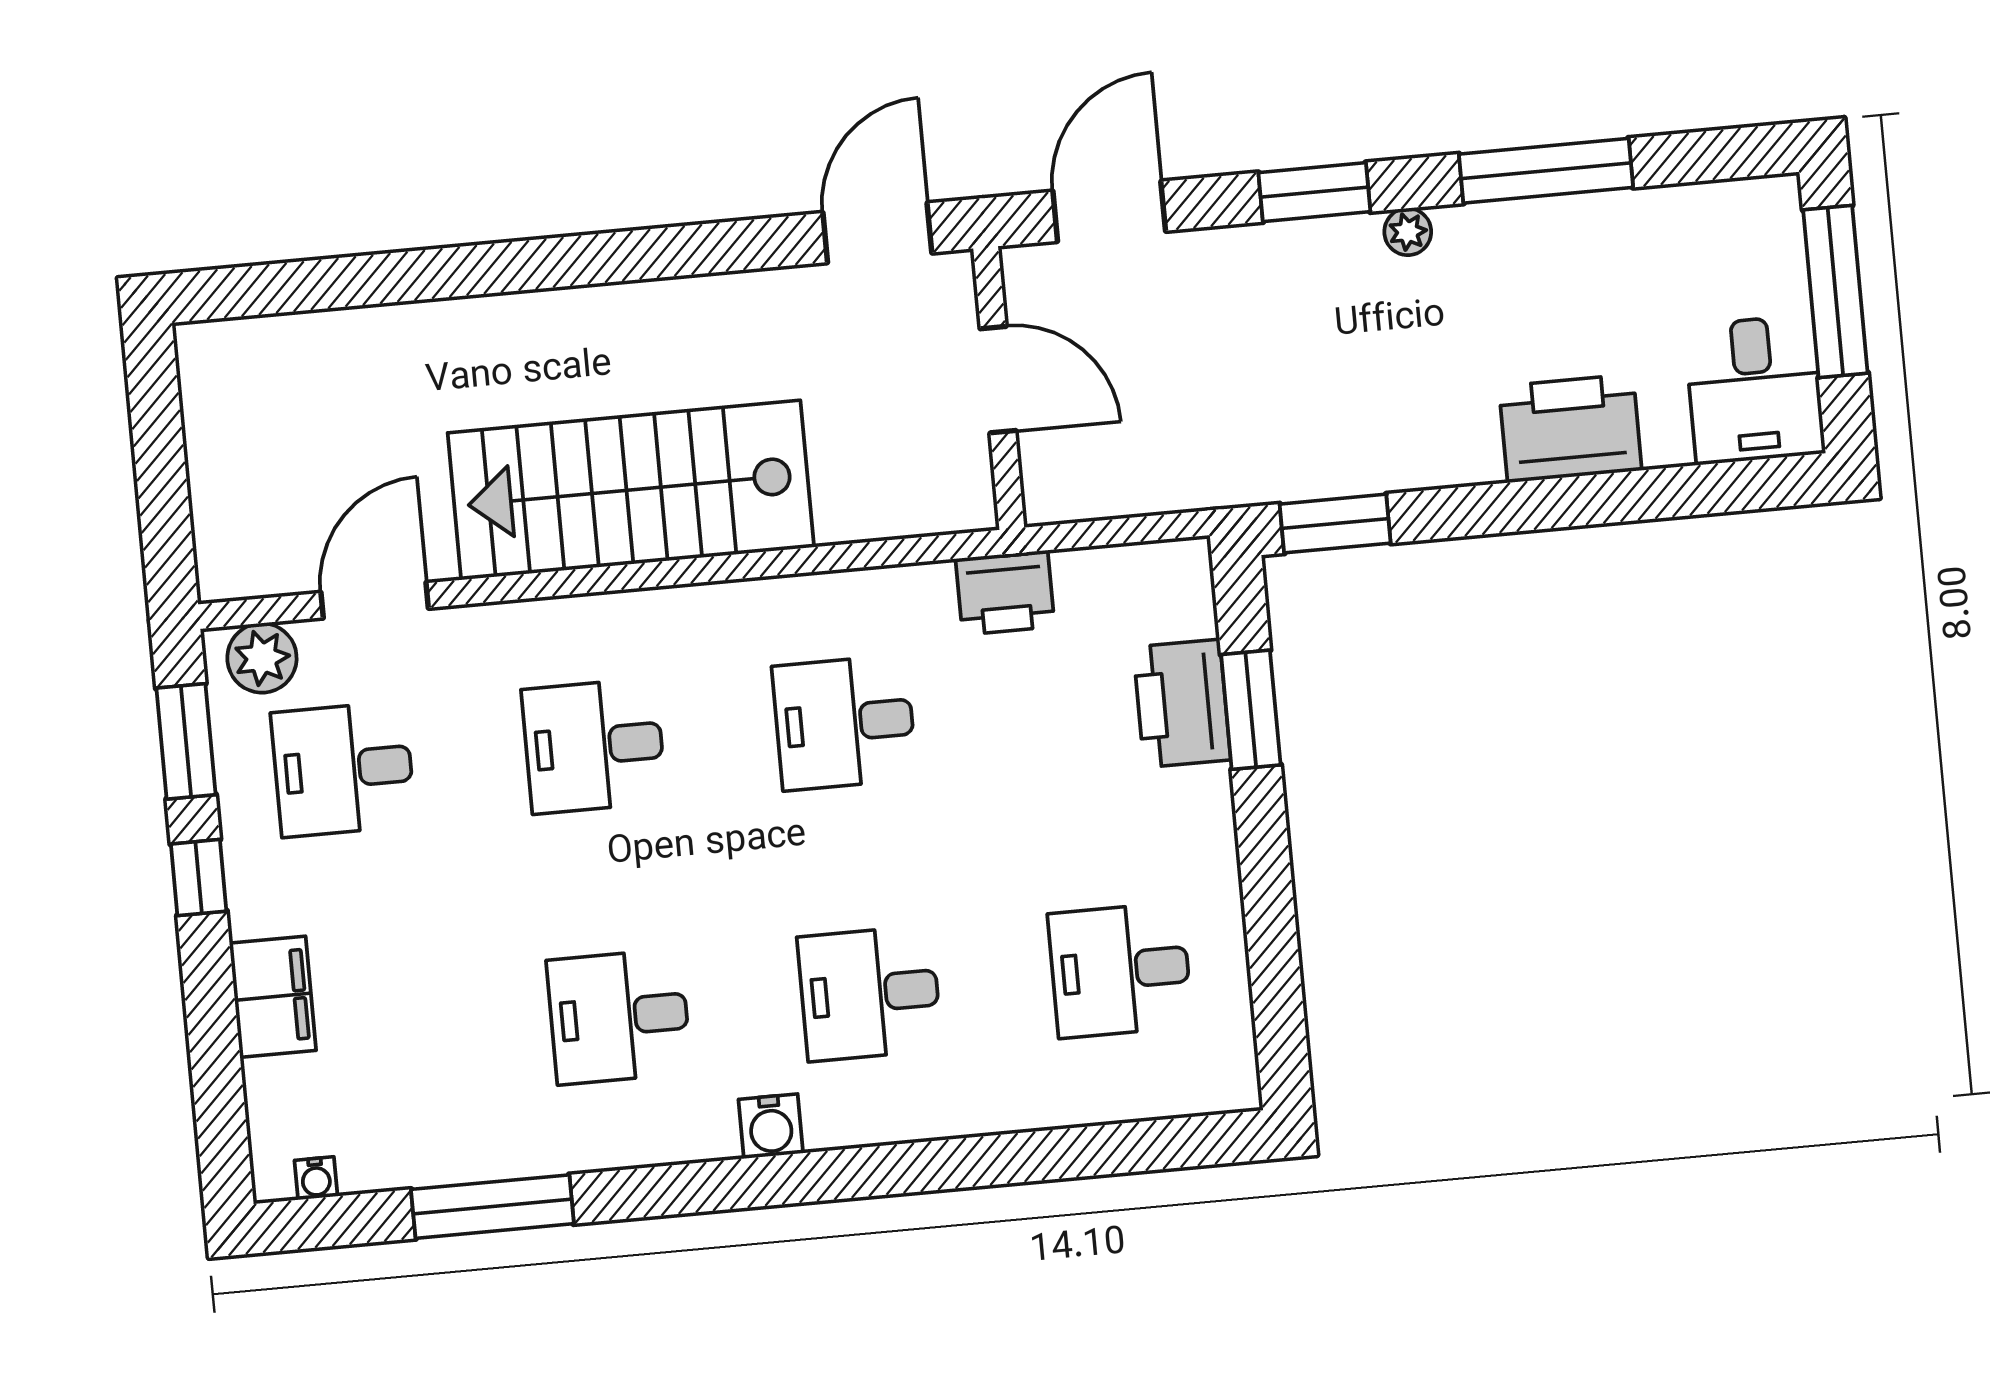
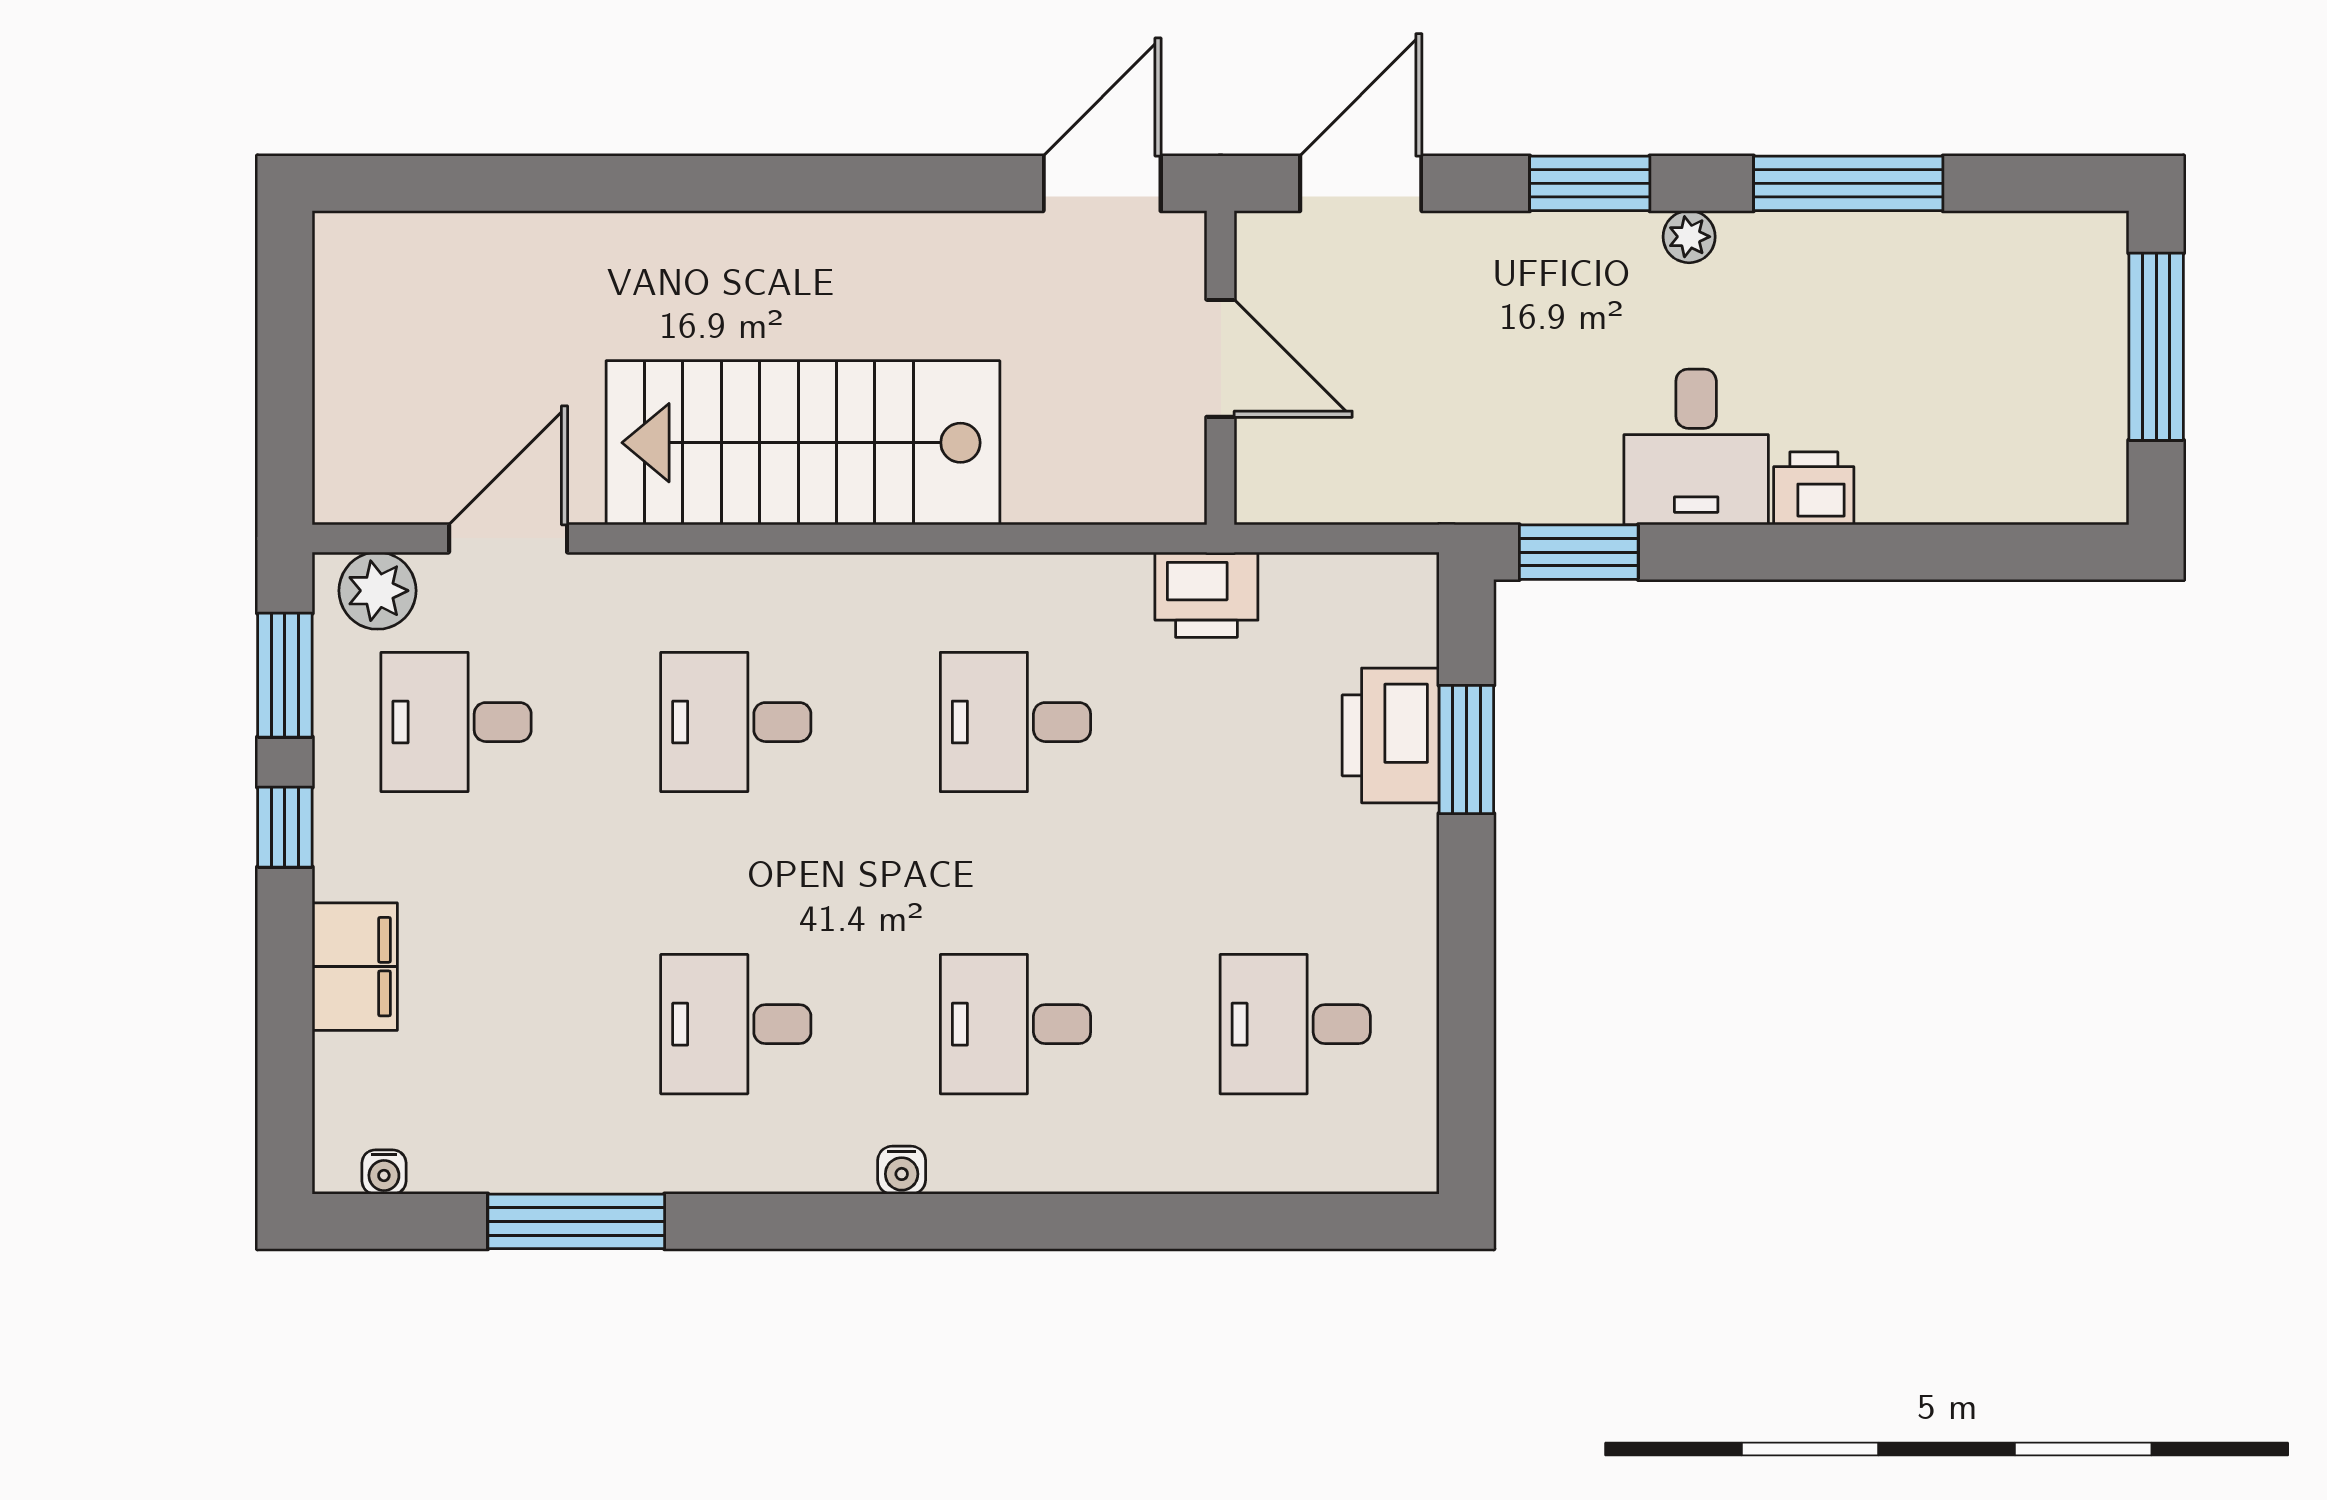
desk: (1755, 390) -> (1696, 447), moved
printer: (1570, 428) -> (1814, 488), width x0.53, depth x0.68
water cooler: (771, 1126) -> (902, 1170), width x0.72, depth x0.72

